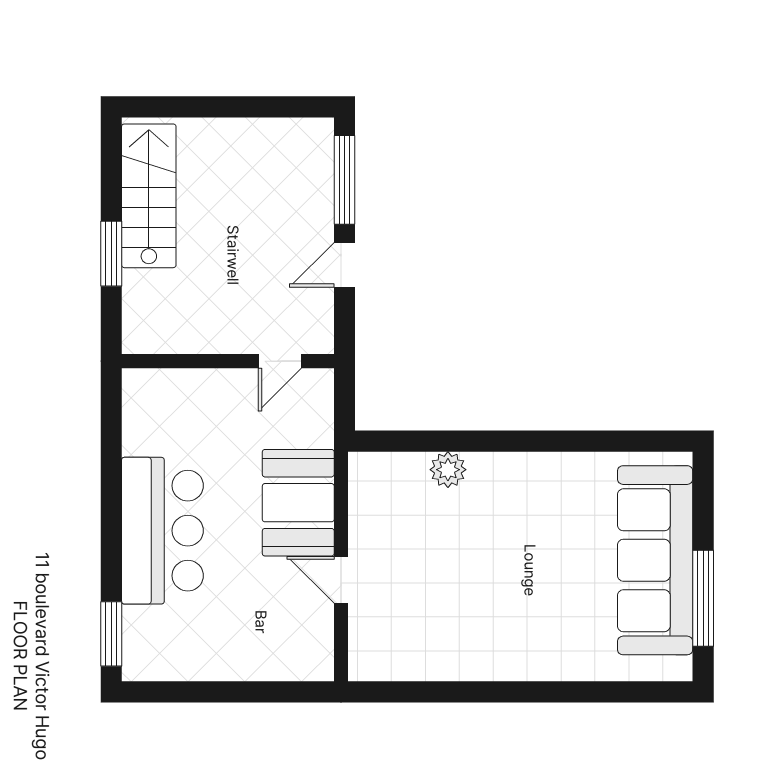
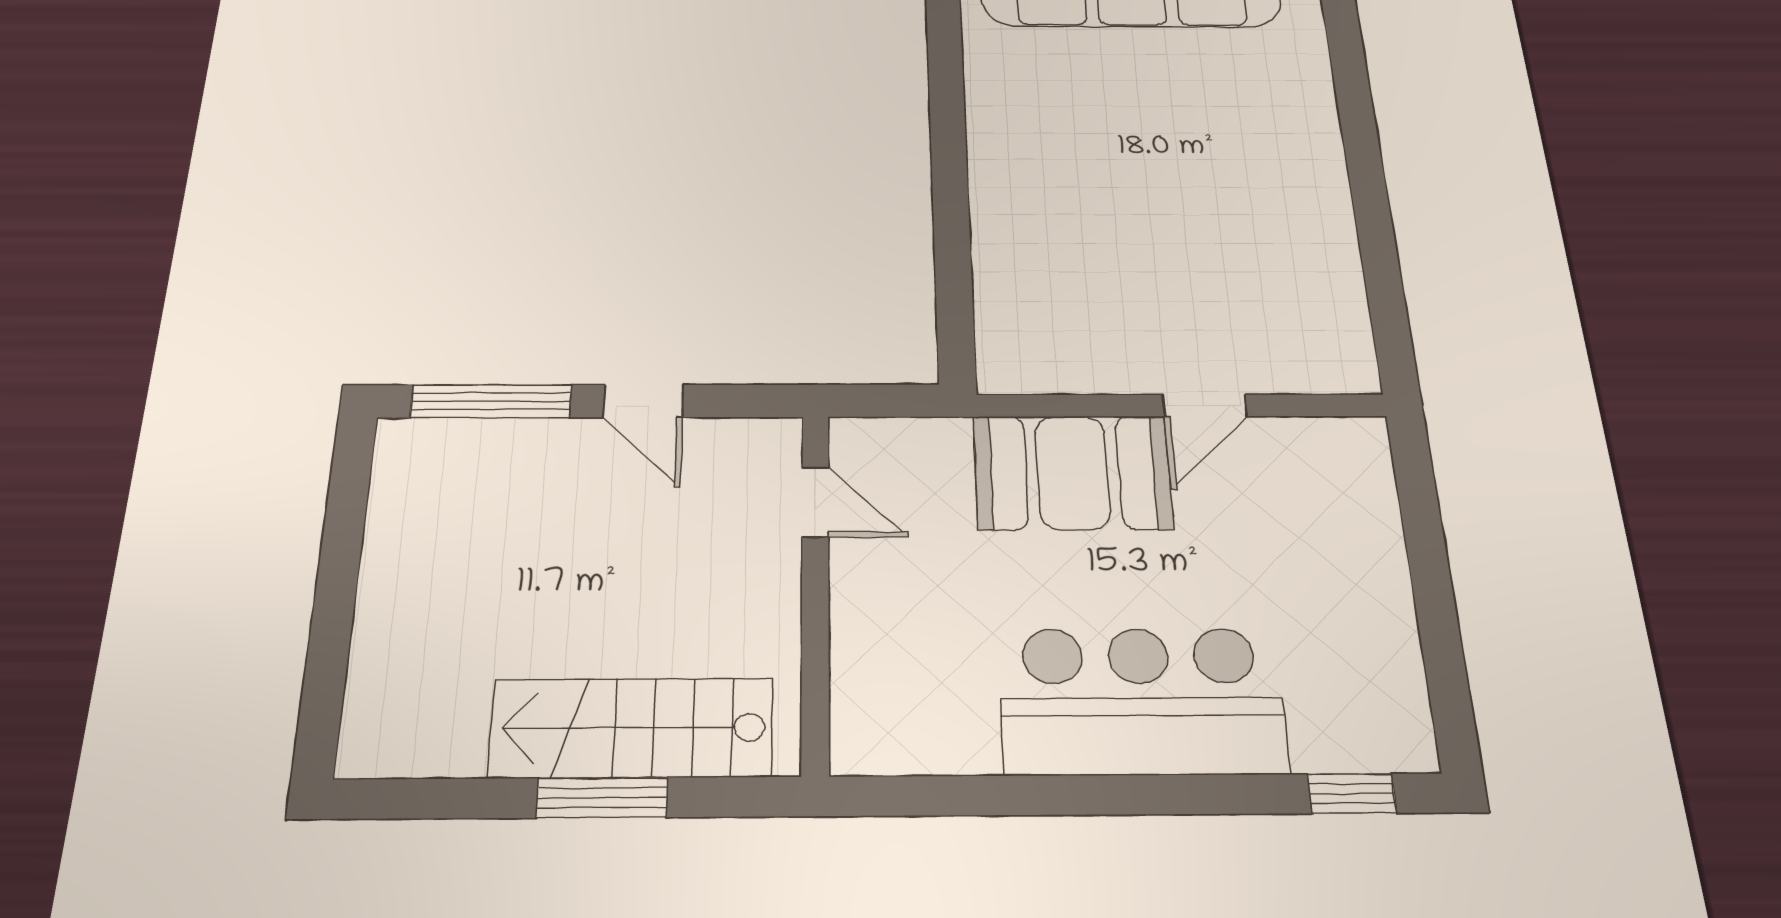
stairs: (149, 196) -> (631, 728), moved
plant: (448, 470) -> (1001, 249), removed
window: (111, 634) -> (1352, 794), width x0.67

